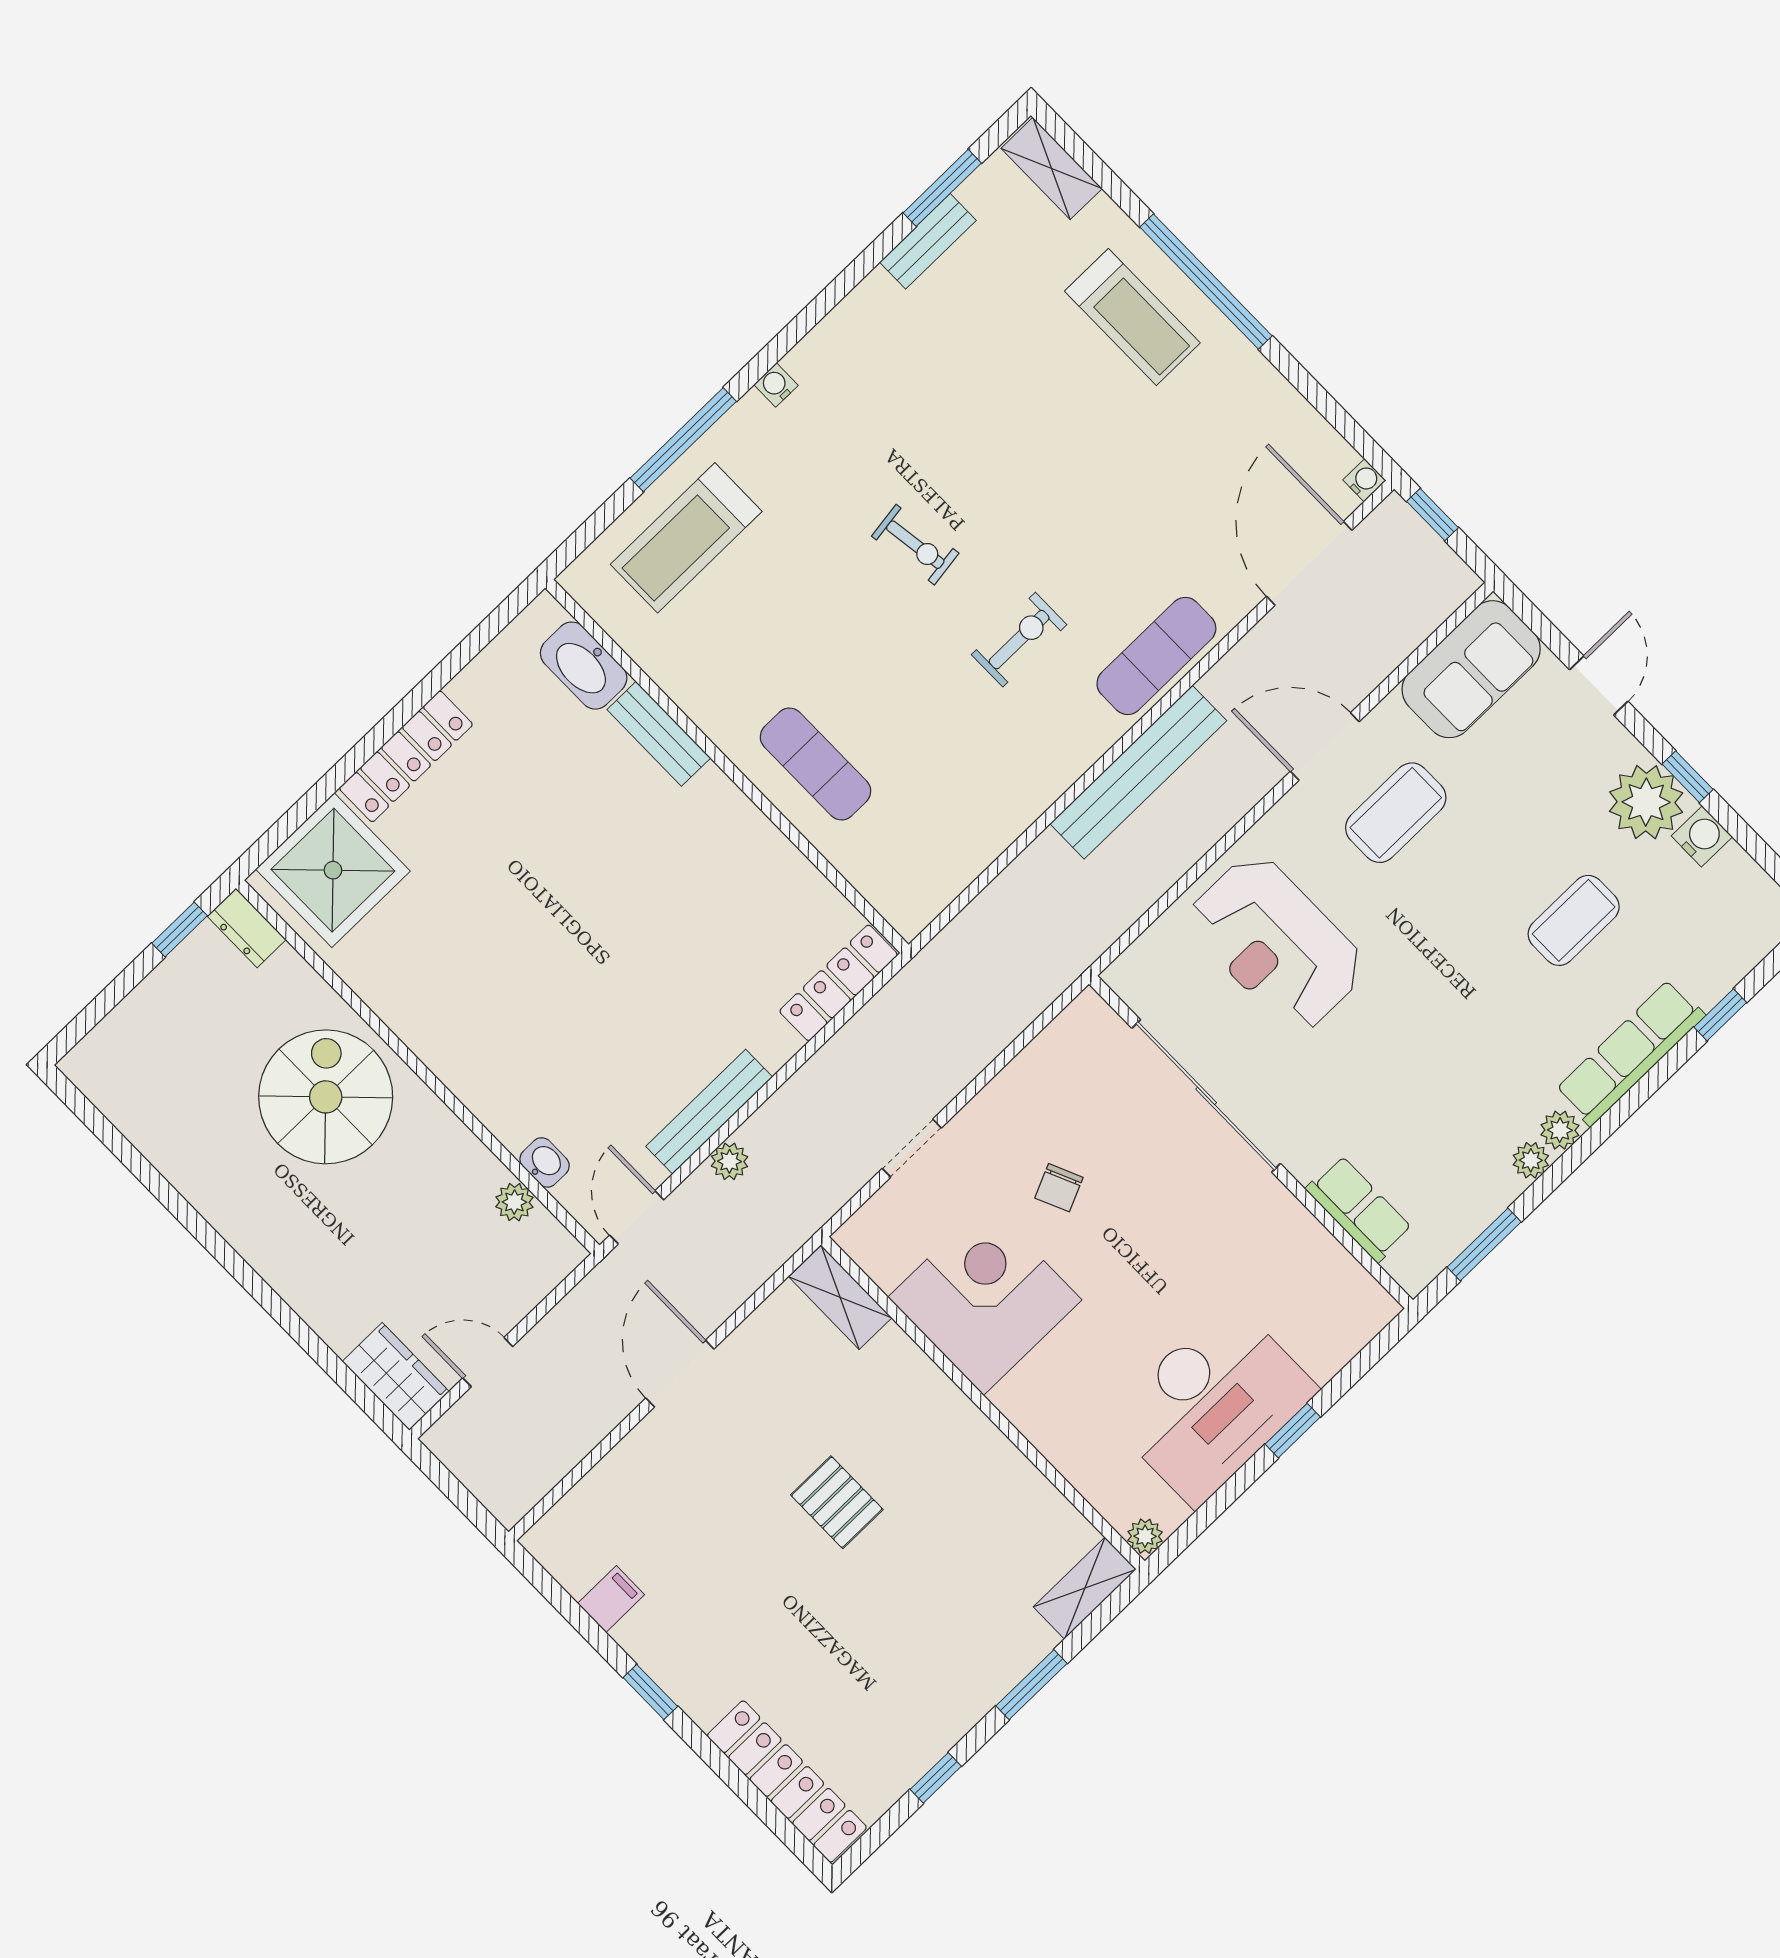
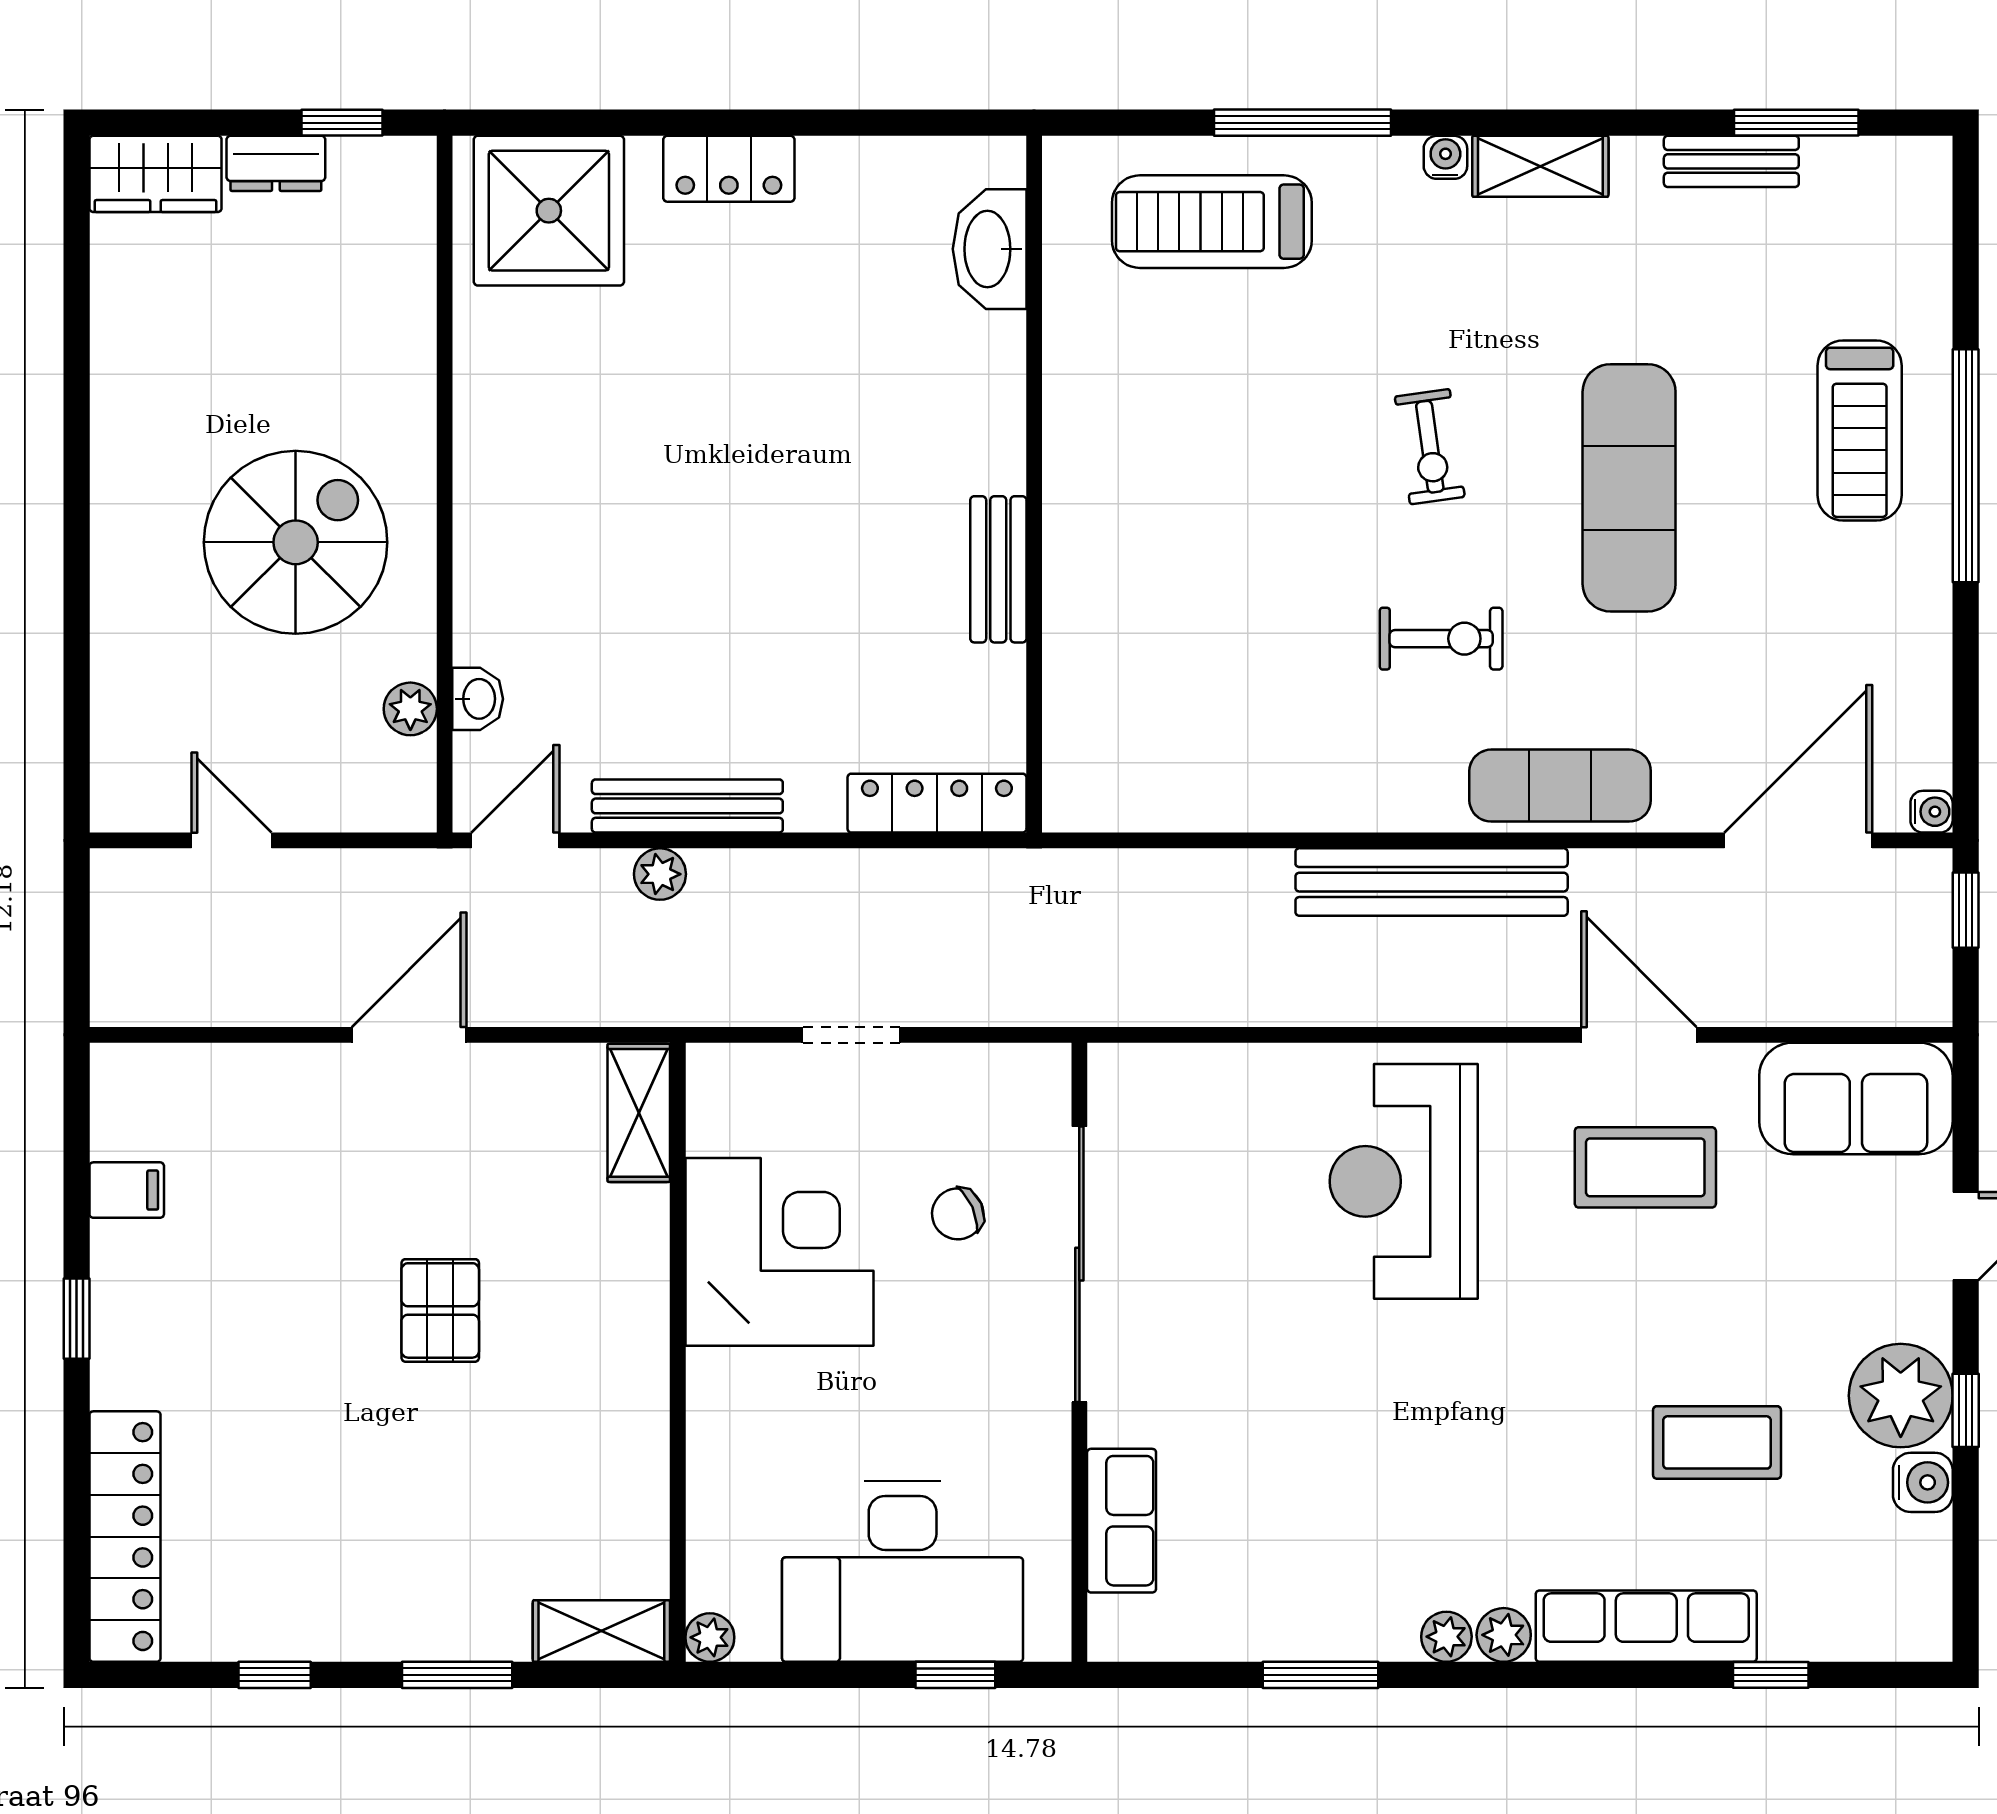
shelving: (1052, 168) -> (1540, 166), moved, turned 90
bench: (659, 734) -> (998, 569), moved
locker: (406, 756) -> (729, 169), width x0.66
exercise mat: (816, 764) -> (1629, 488), moved, width x1.36, depth x1.45
dresser: (247, 928) -> (276, 163), moved, turned -90
sliding door: (1206, 1096) -> (1079, 1264), moved
spiral stairs: (326, 1097) -> (296, 542), moved
wall: (1251, 1142) -> (1079, 1352), moved
row of seats: (1359, 1209) -> (1122, 1521), moved
wardrobe: (396, 1376) -> (156, 174), moved, turned 90

